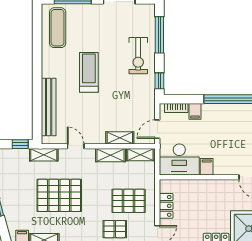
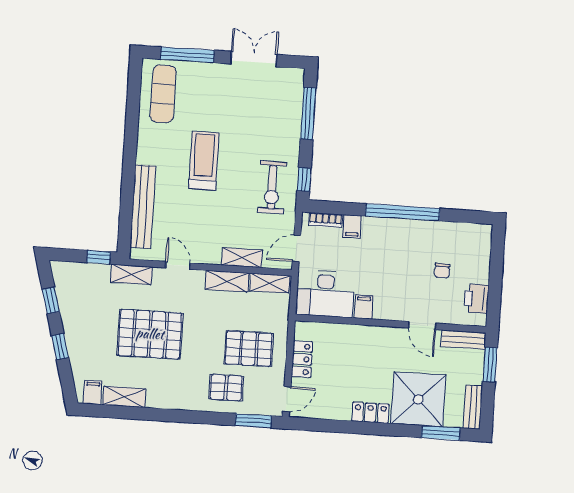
exercise bike: (138, 56) -> (272, 187), moved

